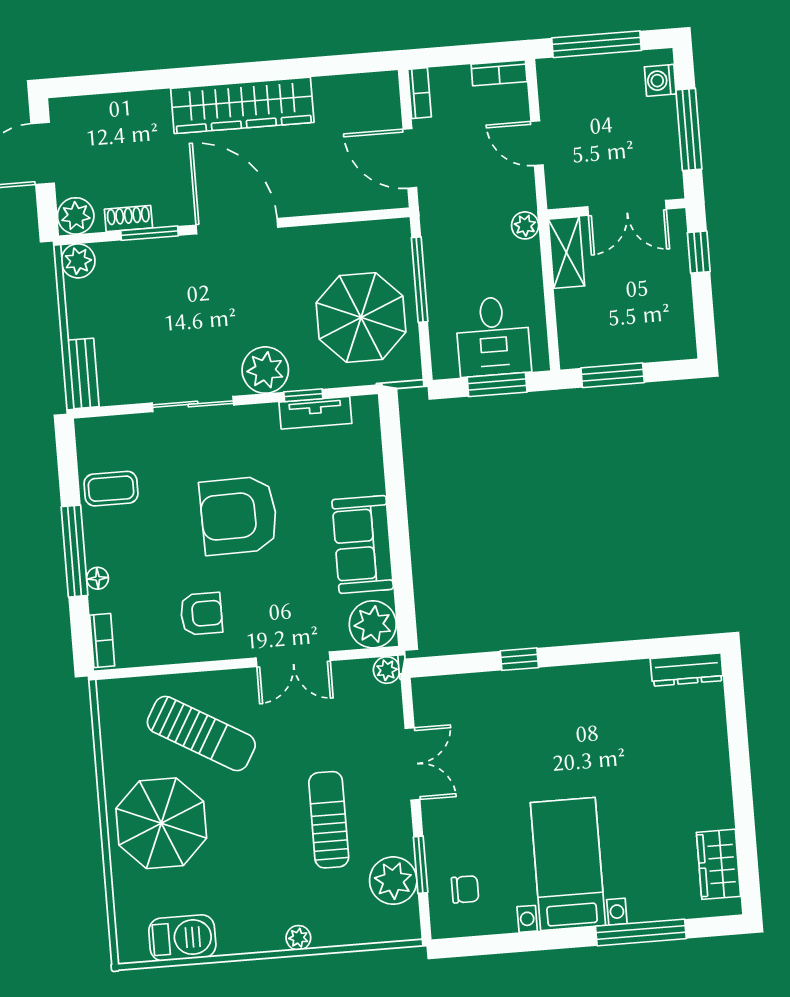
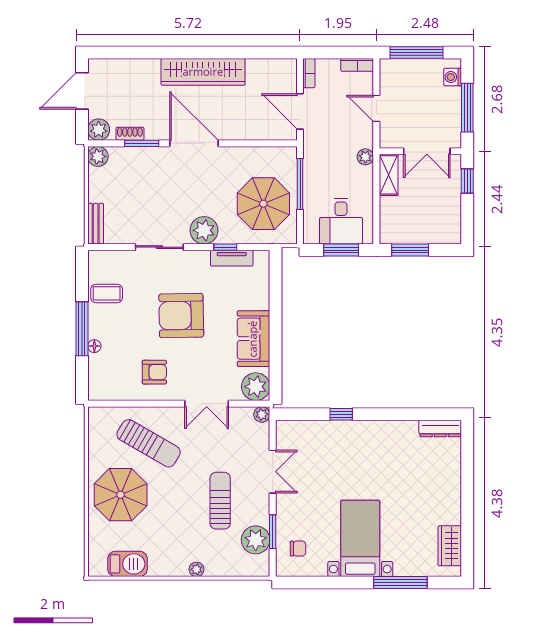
bookcase: (102, 641) -> (94, 383), removed

